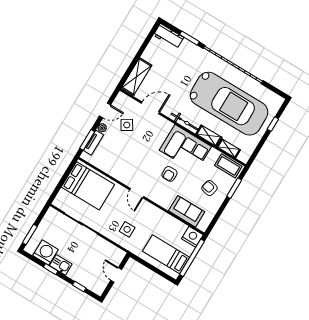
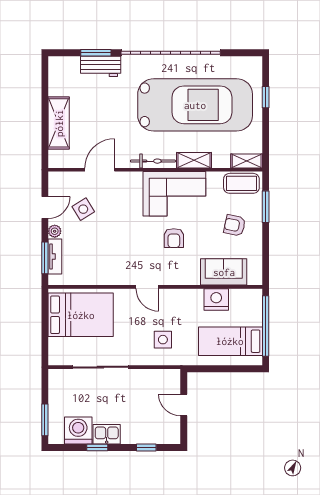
workbench: (168, 36) -> (101, 66), moved
shelving: (136, 77) -> (59, 123), moved
shelving: (229, 148) -> (247, 161), moved
nightstand: (192, 237) -> (216, 299), moved

